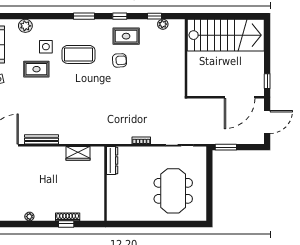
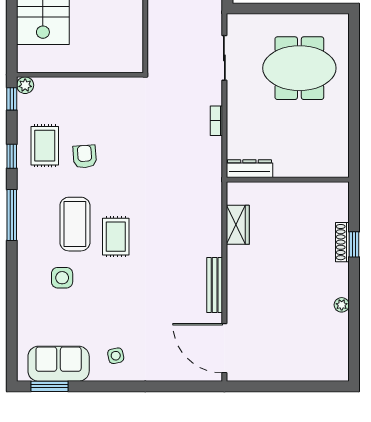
window: (84, 16) -> (12, 215), width x1.44
plant: (25, 26) -> (28, 311), removed
wall: (186, 58) -> (80, 75), moved
rug: (36, 69) -> (116, 237), moved

